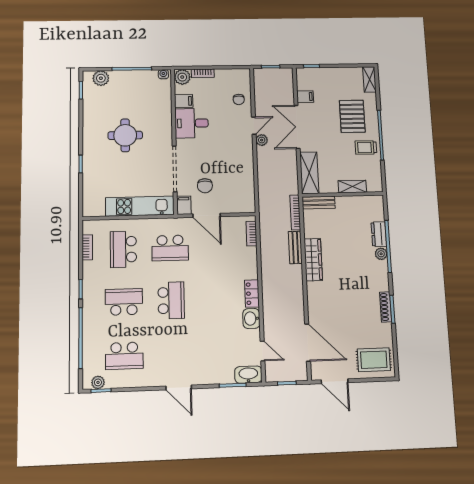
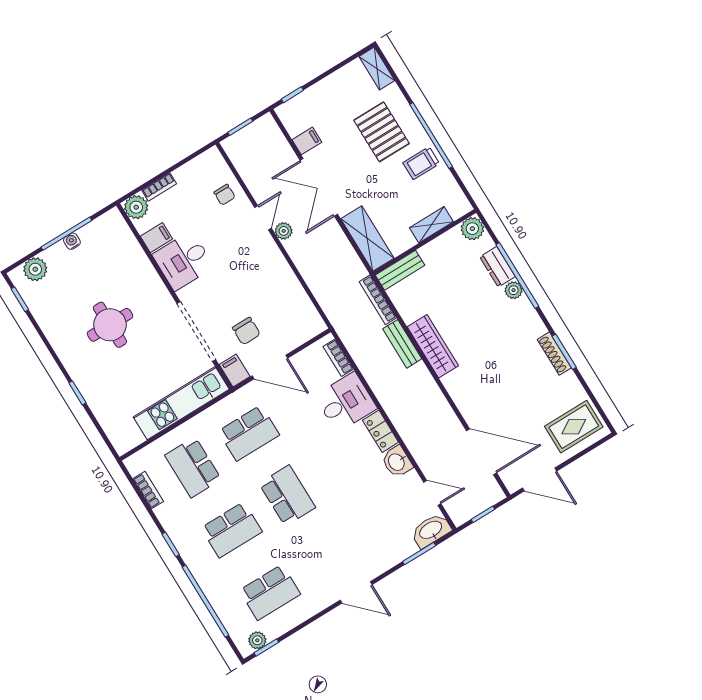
water cooler: (163, 74) -> (72, 241), moved
plant: (376, 203) -> (472, 229), added
desk: (241, 263) -> (346, 402), added
school desk: (124, 302) -> (231, 530), turned 180

